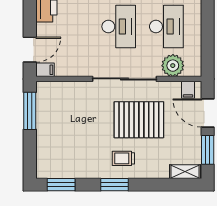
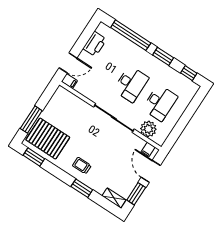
window: (30, 111) -> (31, 120), moved
pallet: (139, 120) -> (48, 139), moved
window: (114, 185) -> (82, 188), moved

